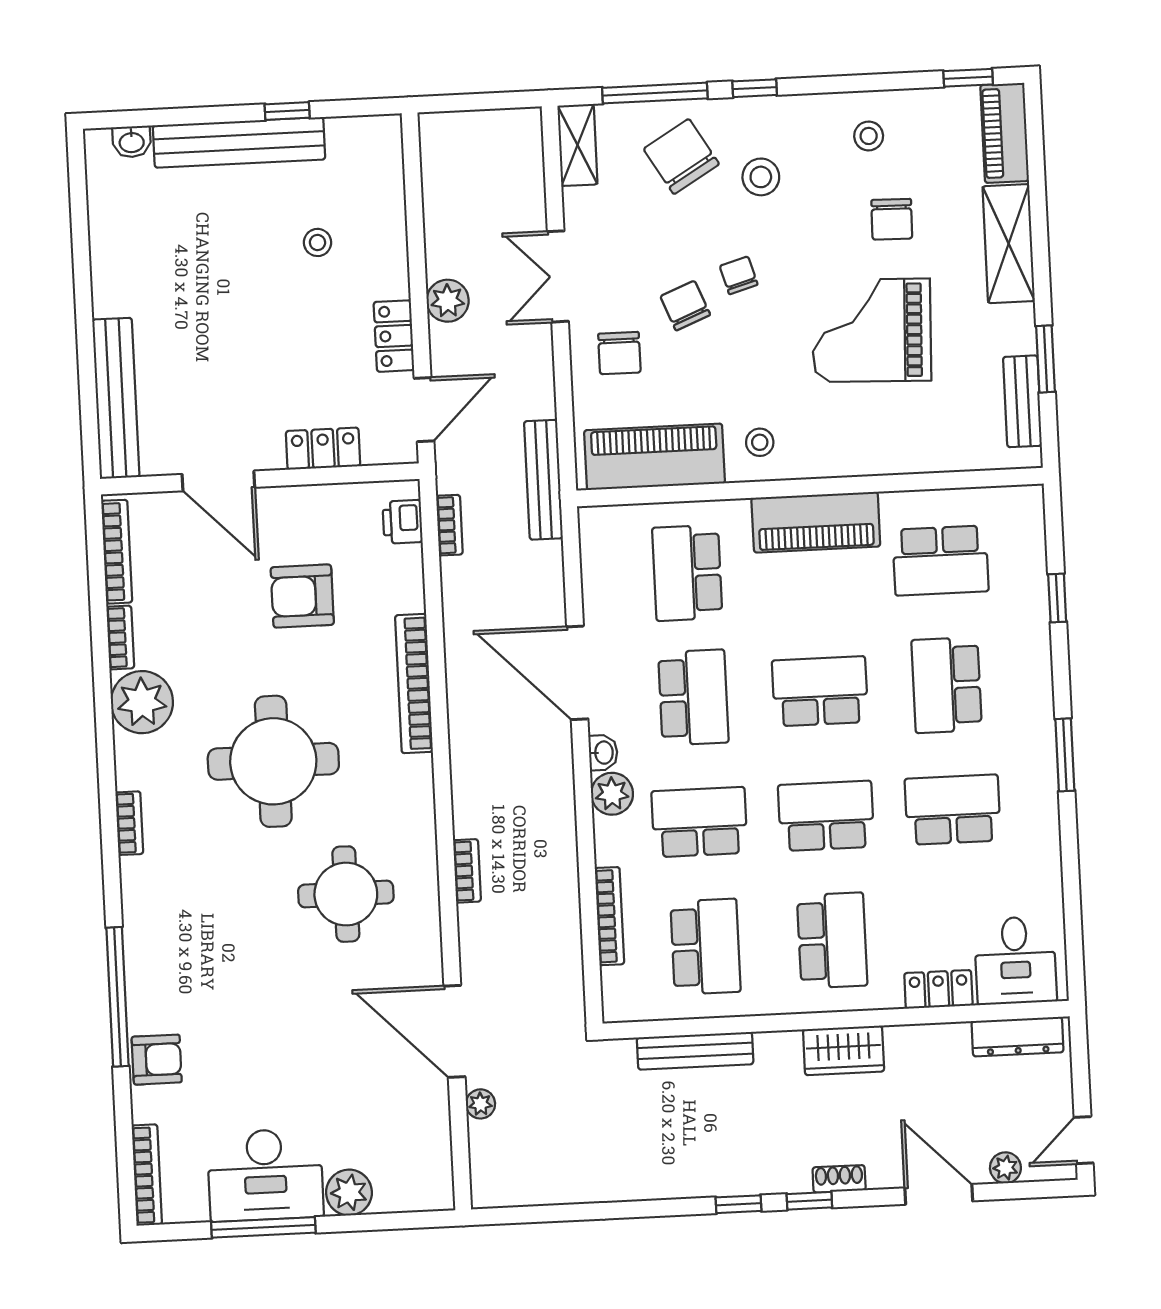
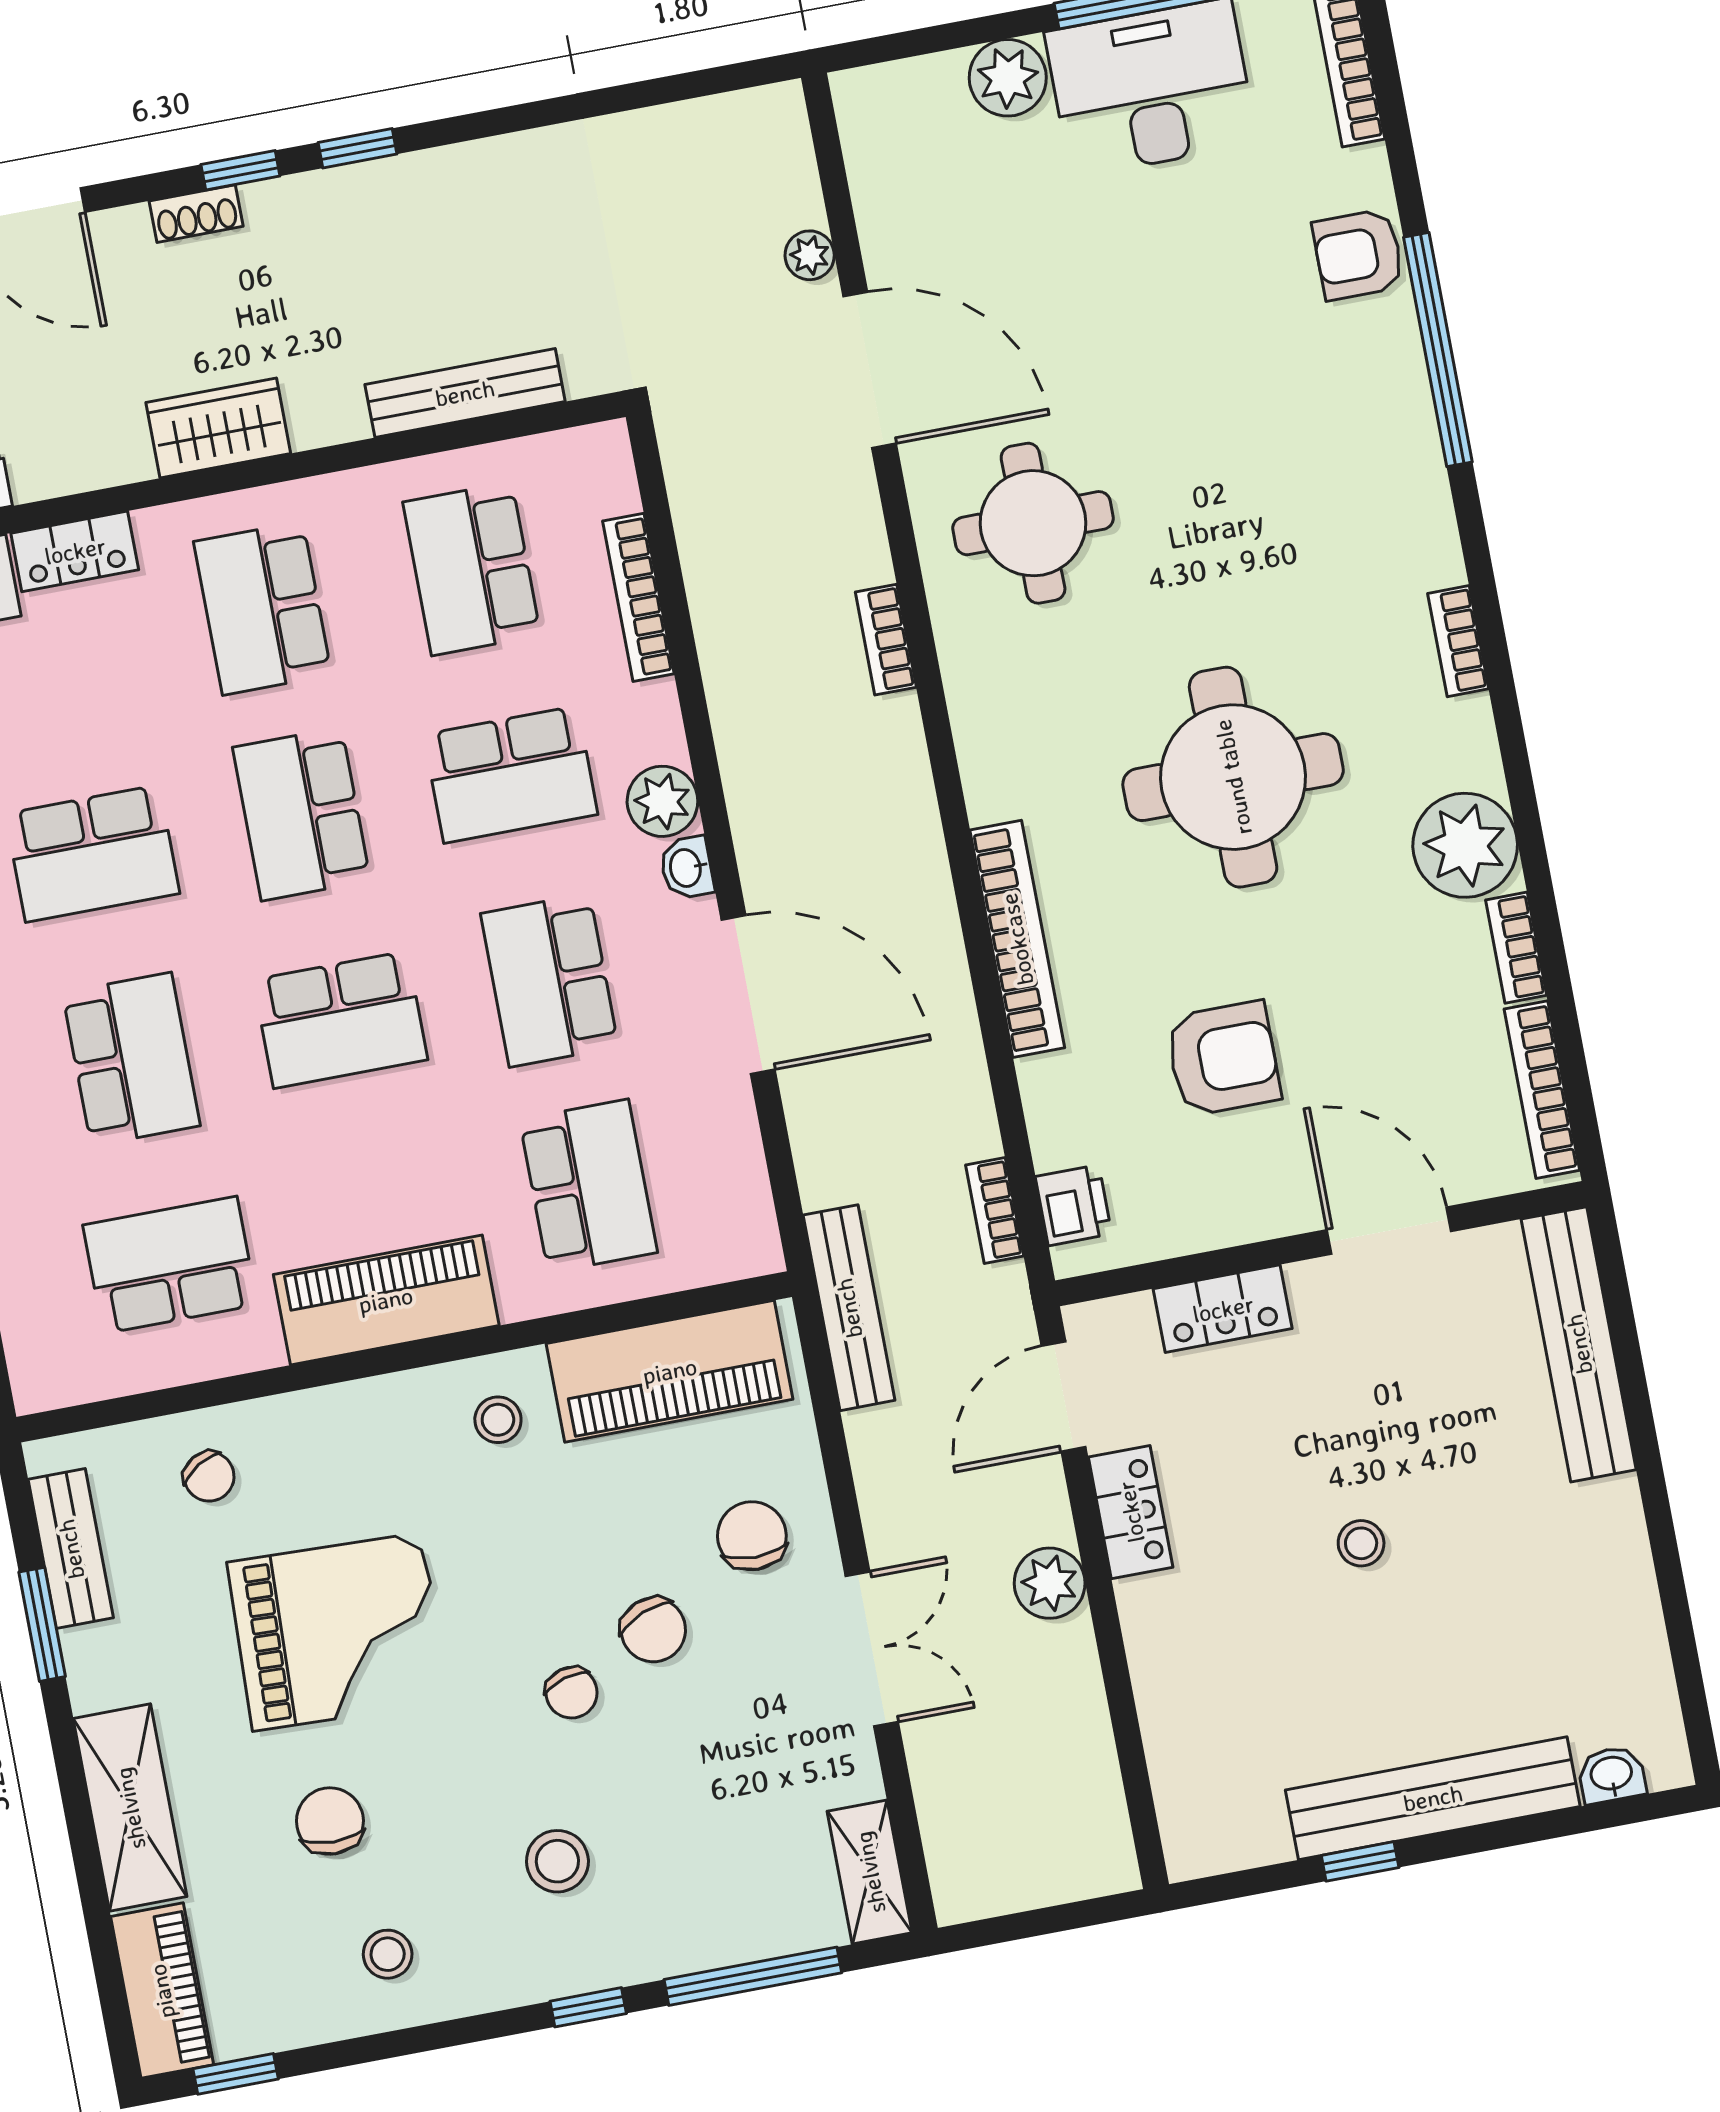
chair: (681, 156) -> (209, 1476), moved, width x0.54, depth x0.54
stool: (318, 242) -> (1361, 1543), moved
school desk: (826, 816) -> (301, 814), turned 90
round table: (346, 894) -> (1033, 523), moved

